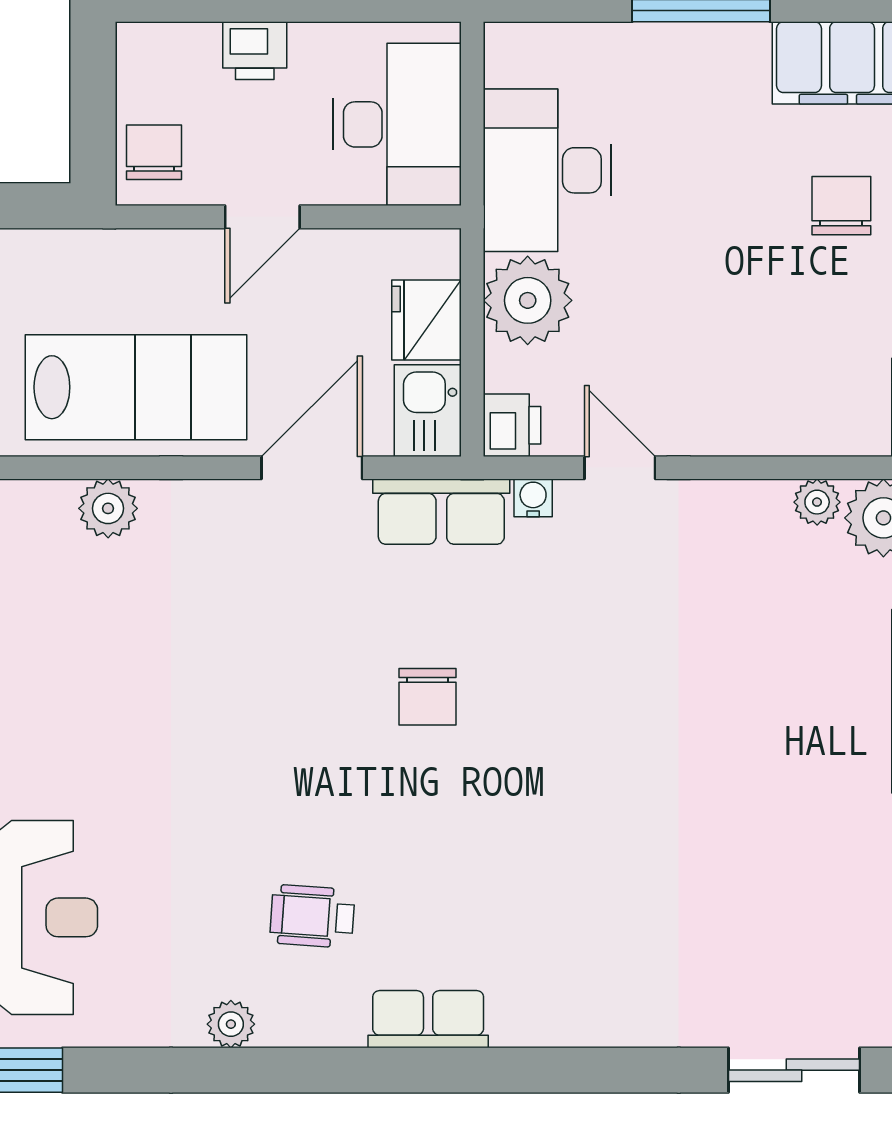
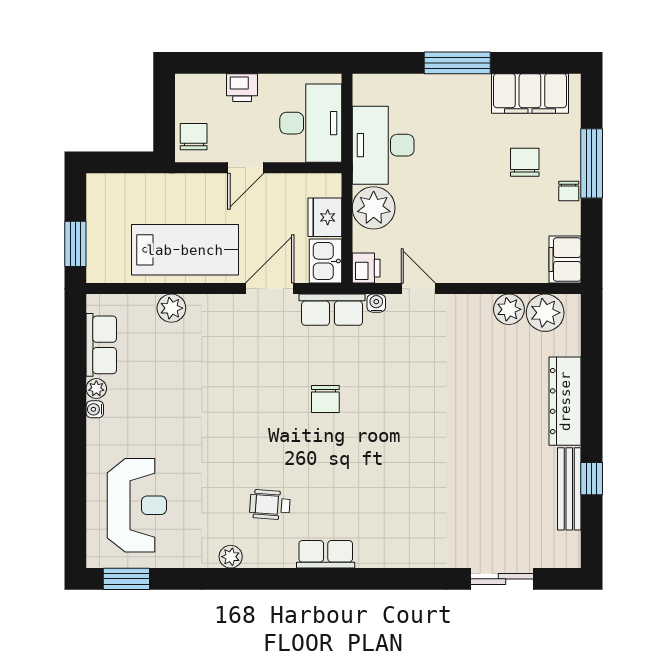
plant: (817, 502) -> (509, 309), width x1.38, depth x1.38

